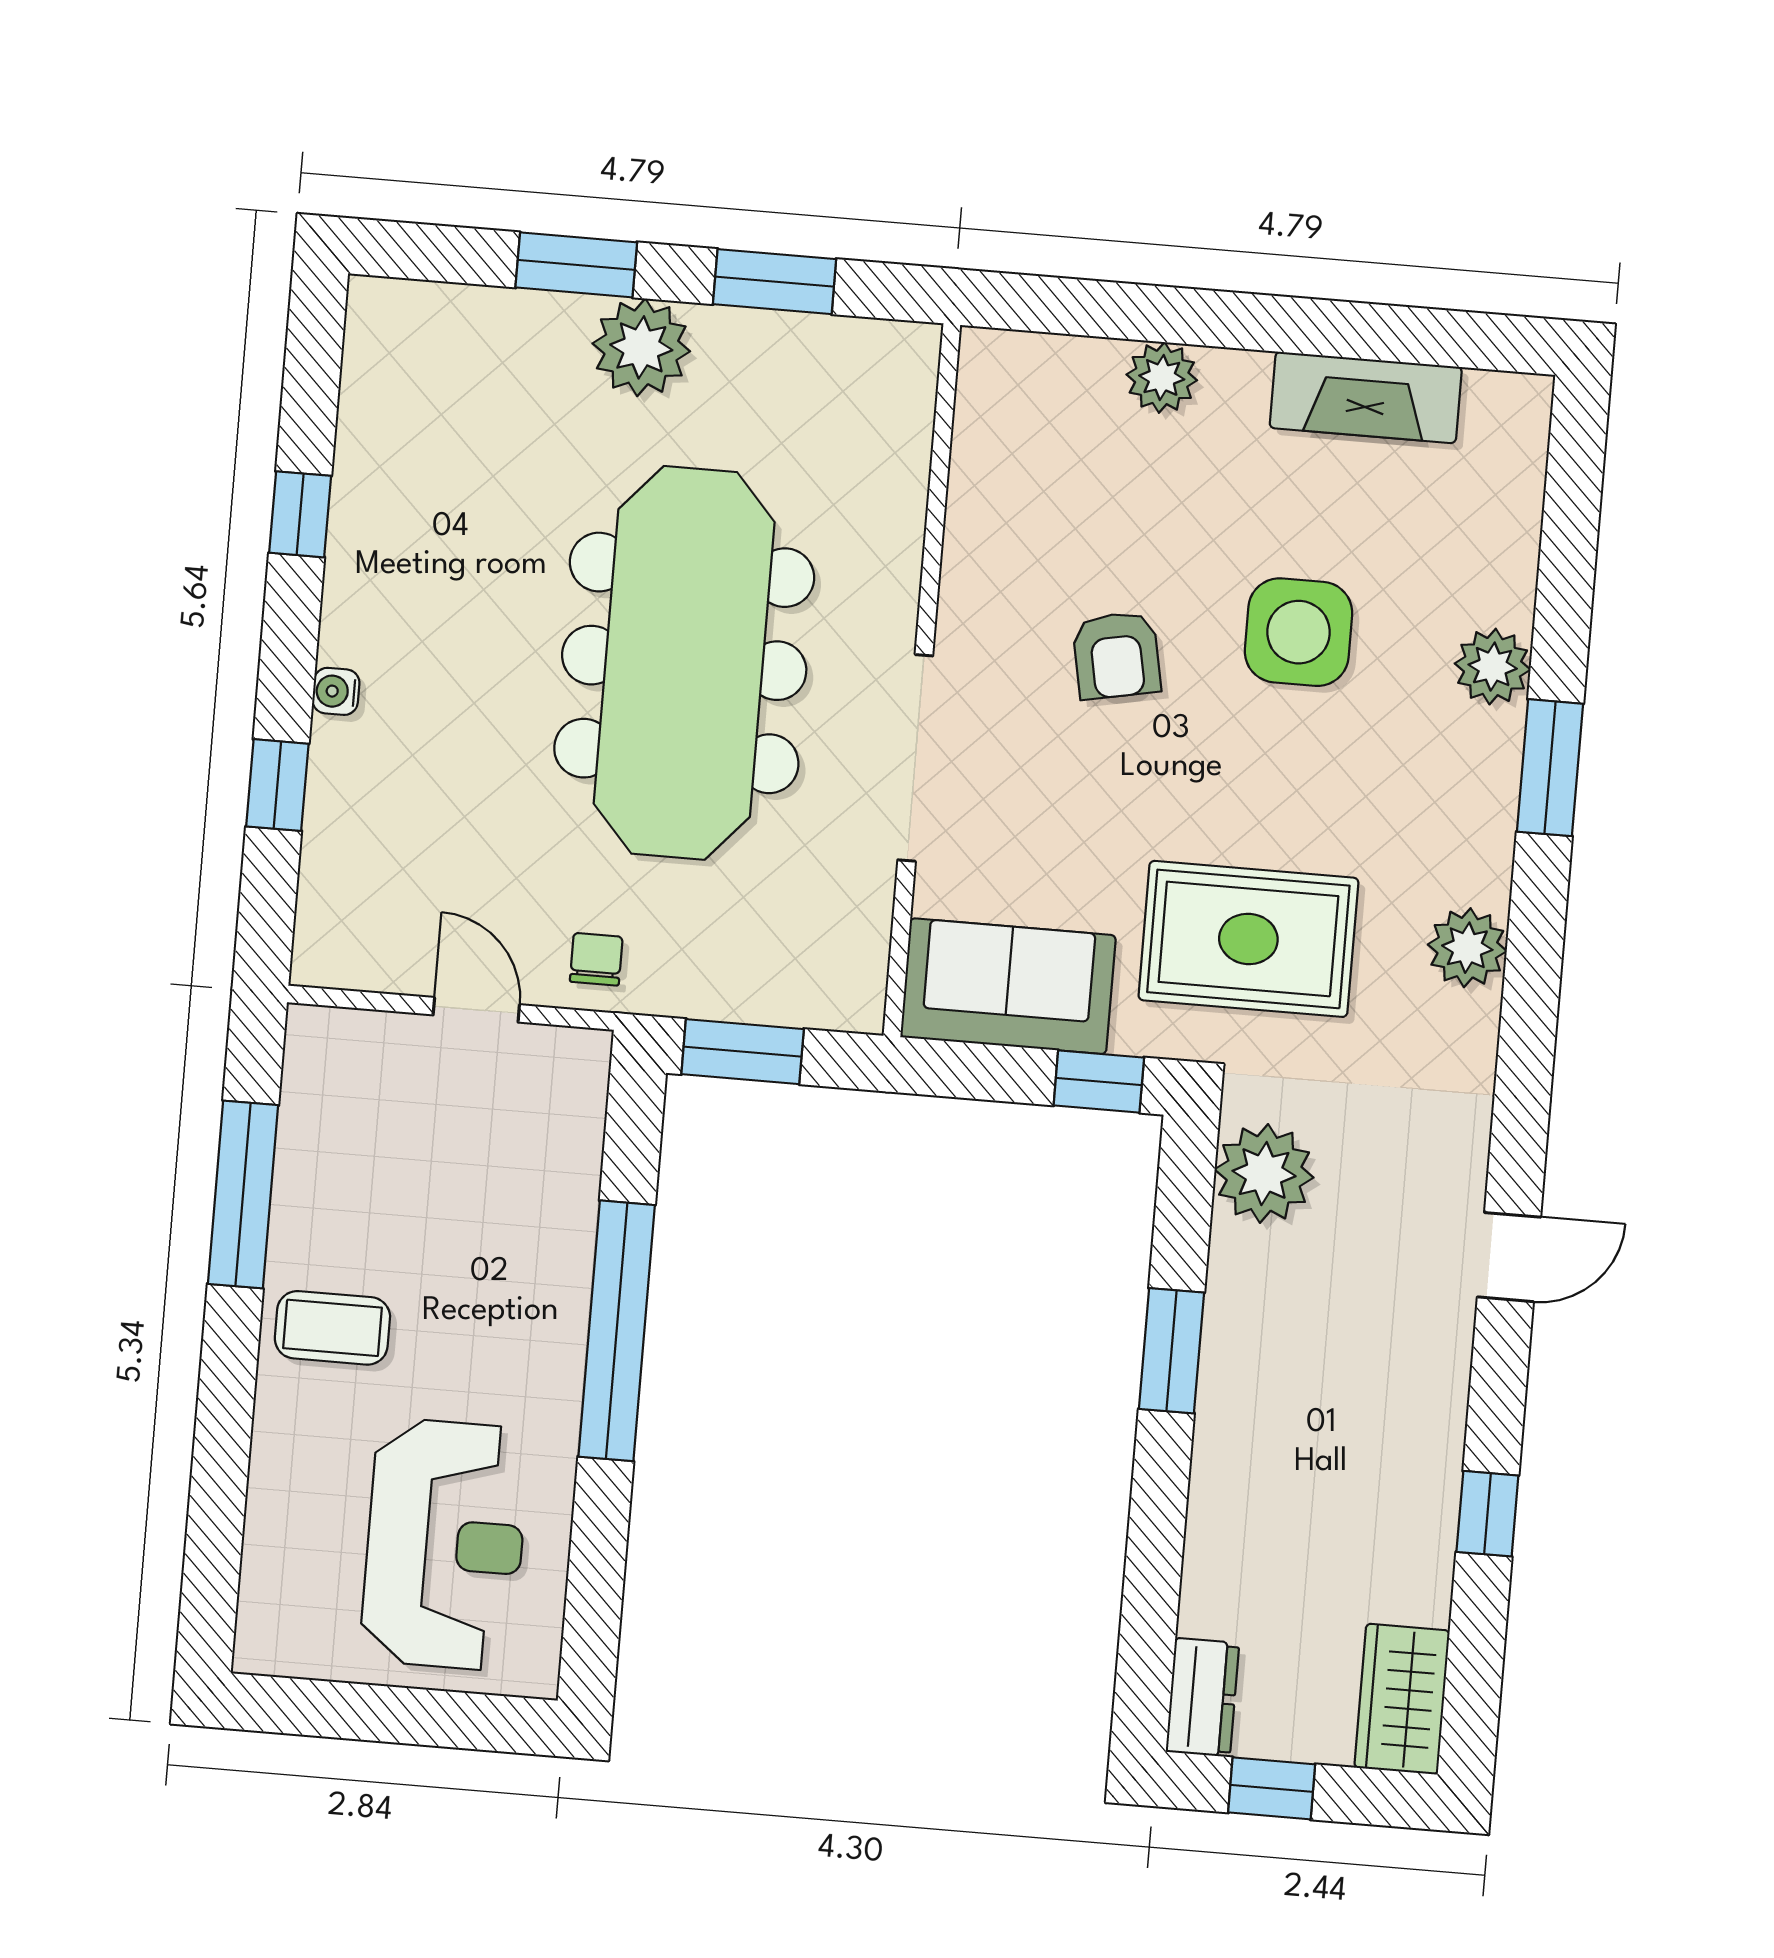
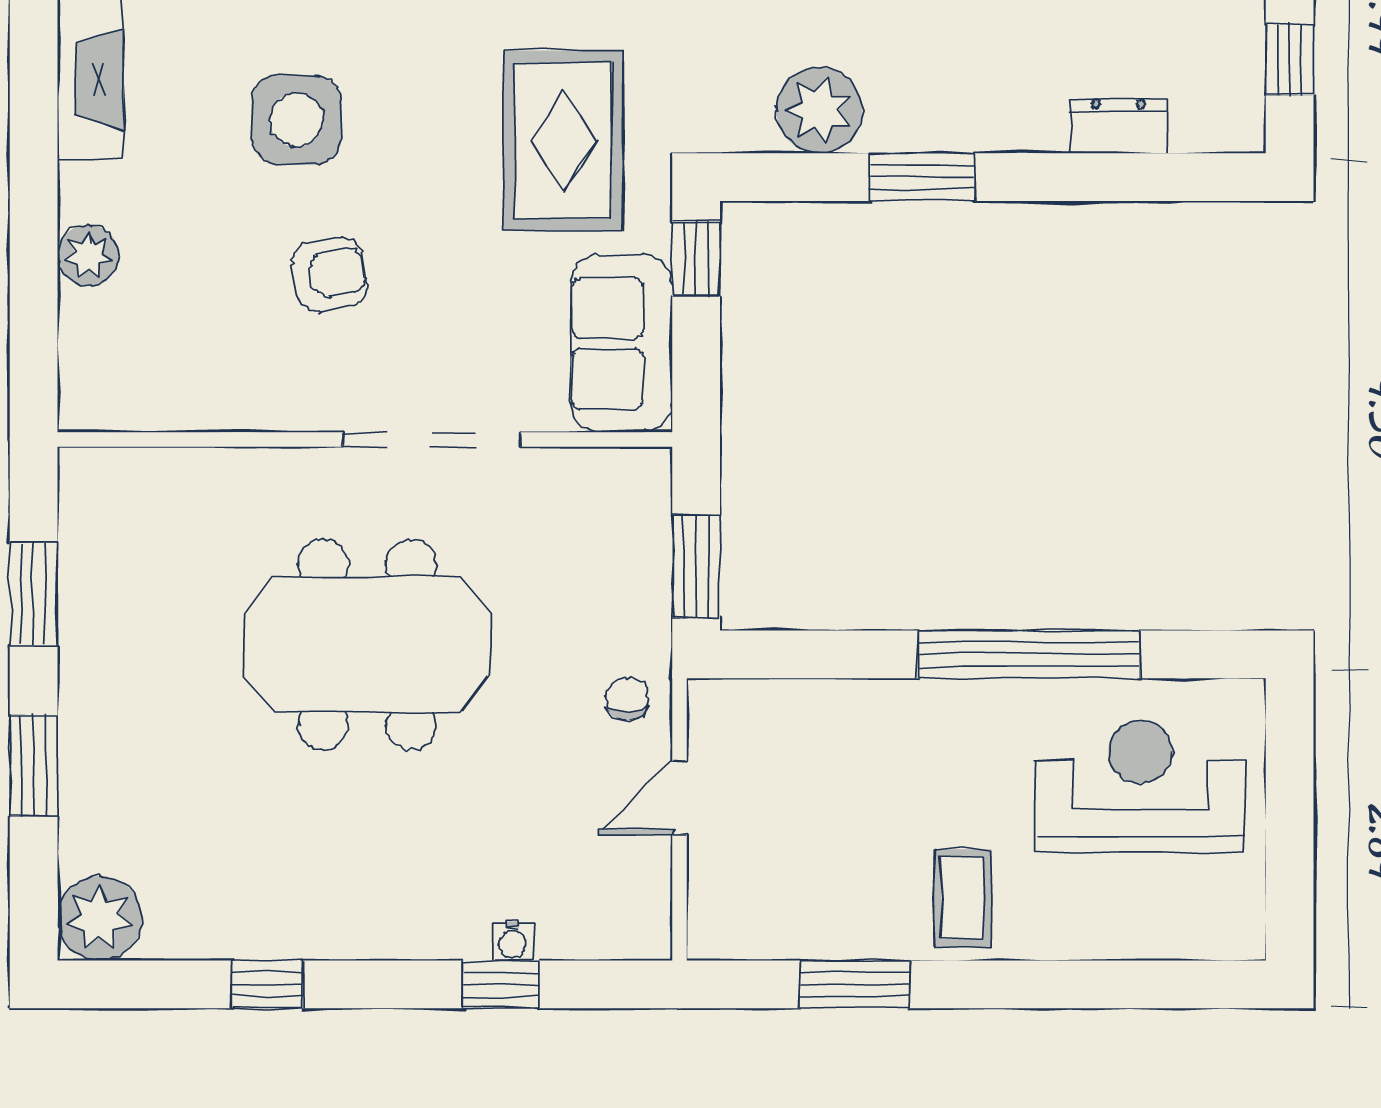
plant: (641, 347) -> (100, 918), moved
meeting table: (684, 663) -> (367, 644), width x0.73
water cooler: (336, 691) -> (513, 941), moved
chair: (596, 959) -> (627, 699), turned 90
plant: (1264, 1174) -> (819, 110), moved
window: (243, 1194) -> (855, 984), width x0.69
window: (617, 1331) -> (1029, 654), moved
dresser: (1202, 1697) -> (1119, 126), moved

